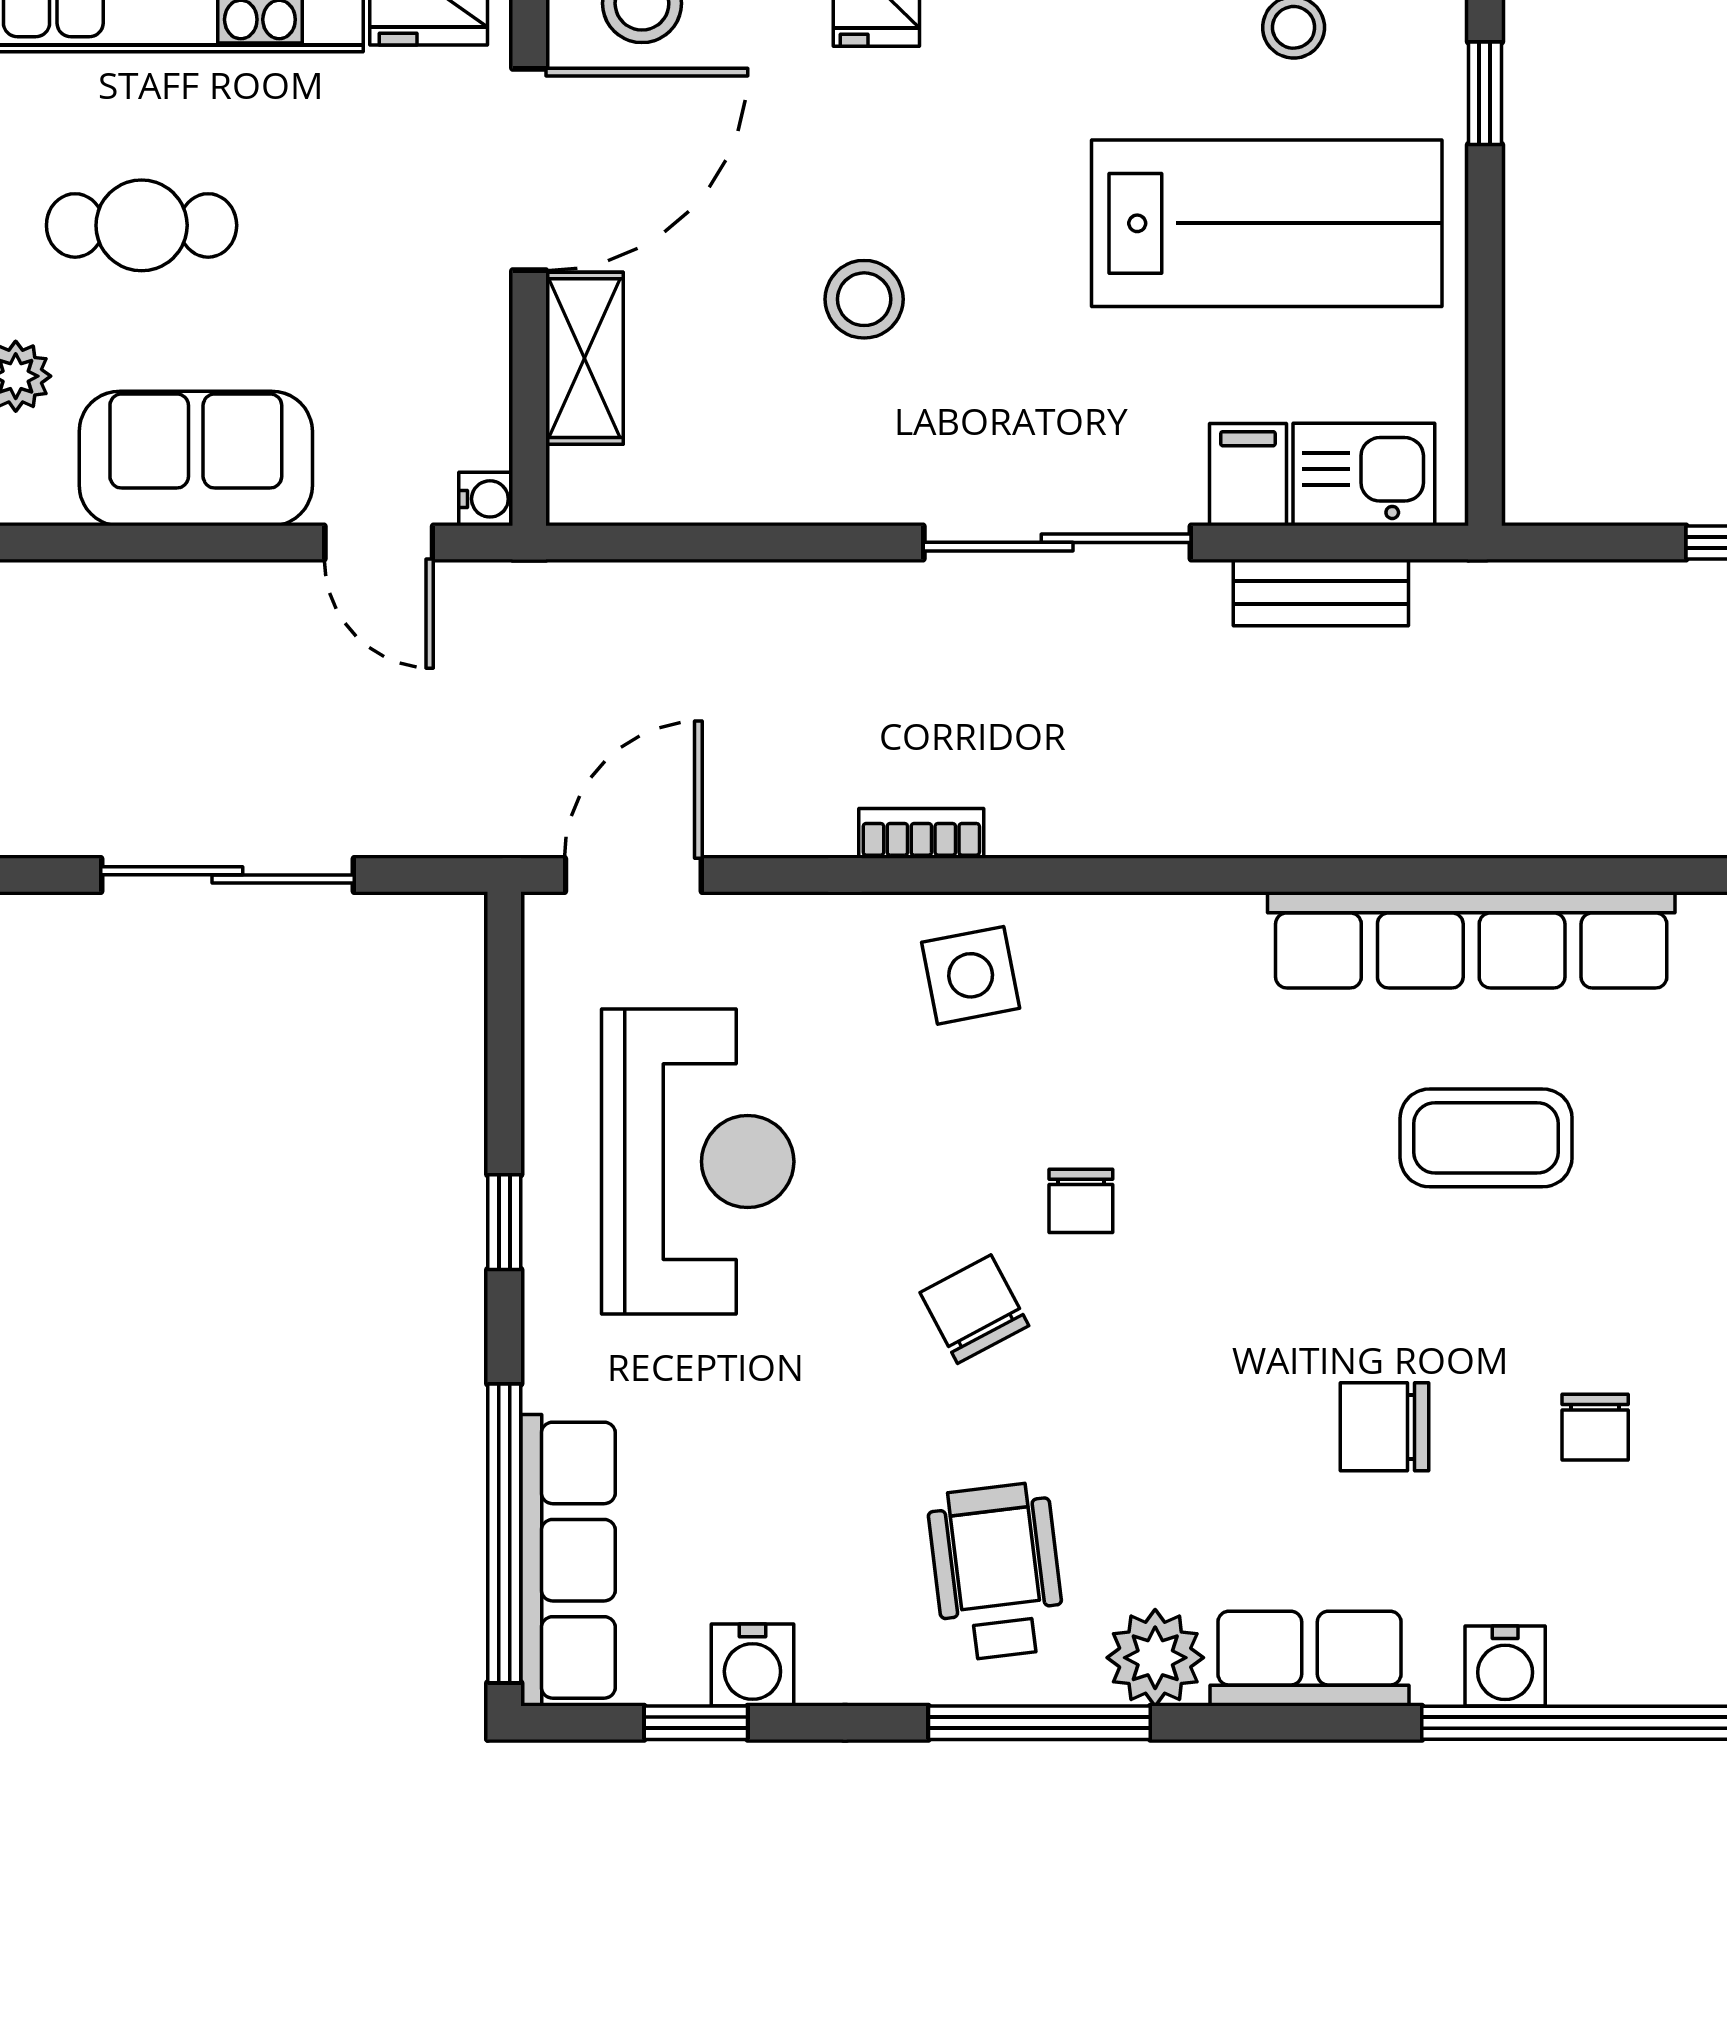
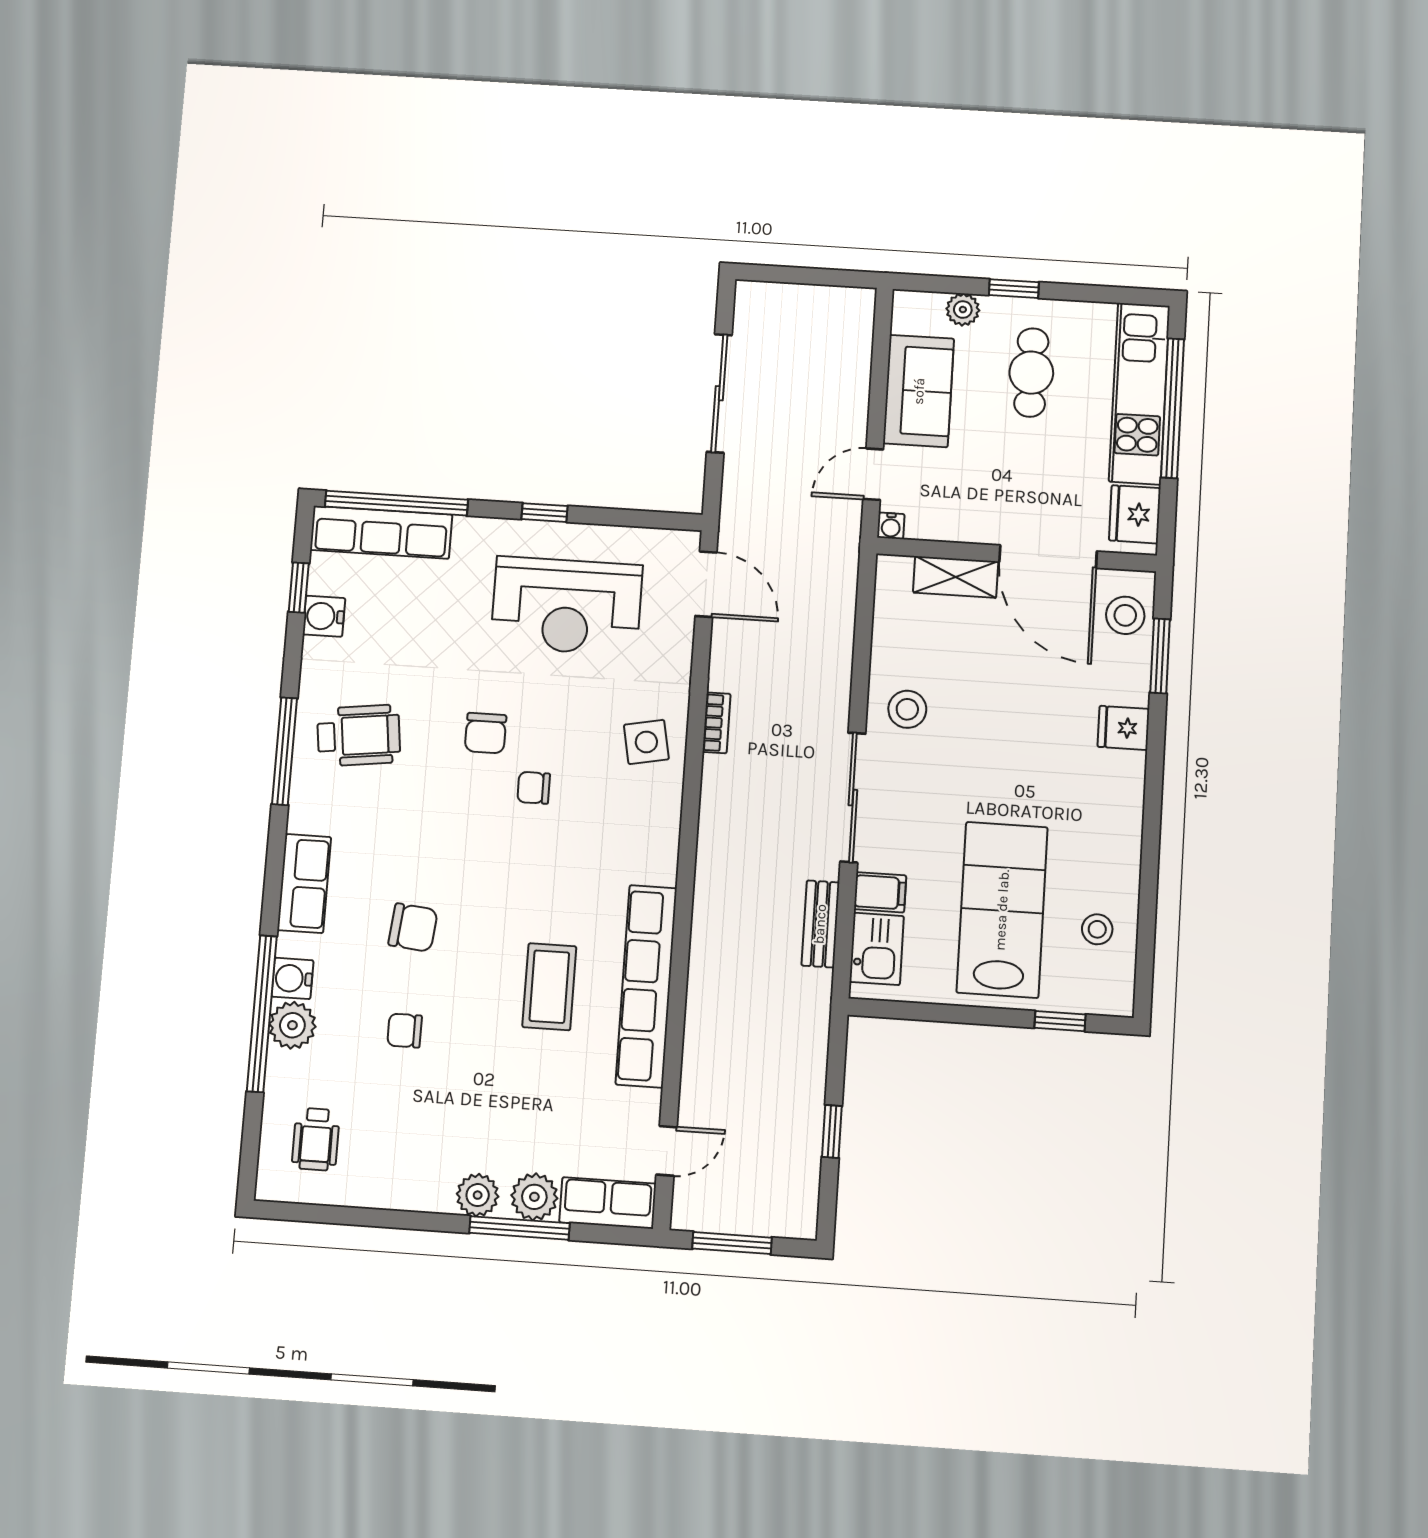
lab bench: (1267, 223) -> (1002, 910), turned 180
stool: (864, 299) -> (907, 709), moved
chair: (974, 1309) -> (486, 733), turned 118
chair: (1385, 1427) -> (413, 928), turned 96
plant: (1155, 1658) -> (292, 1025), moved

